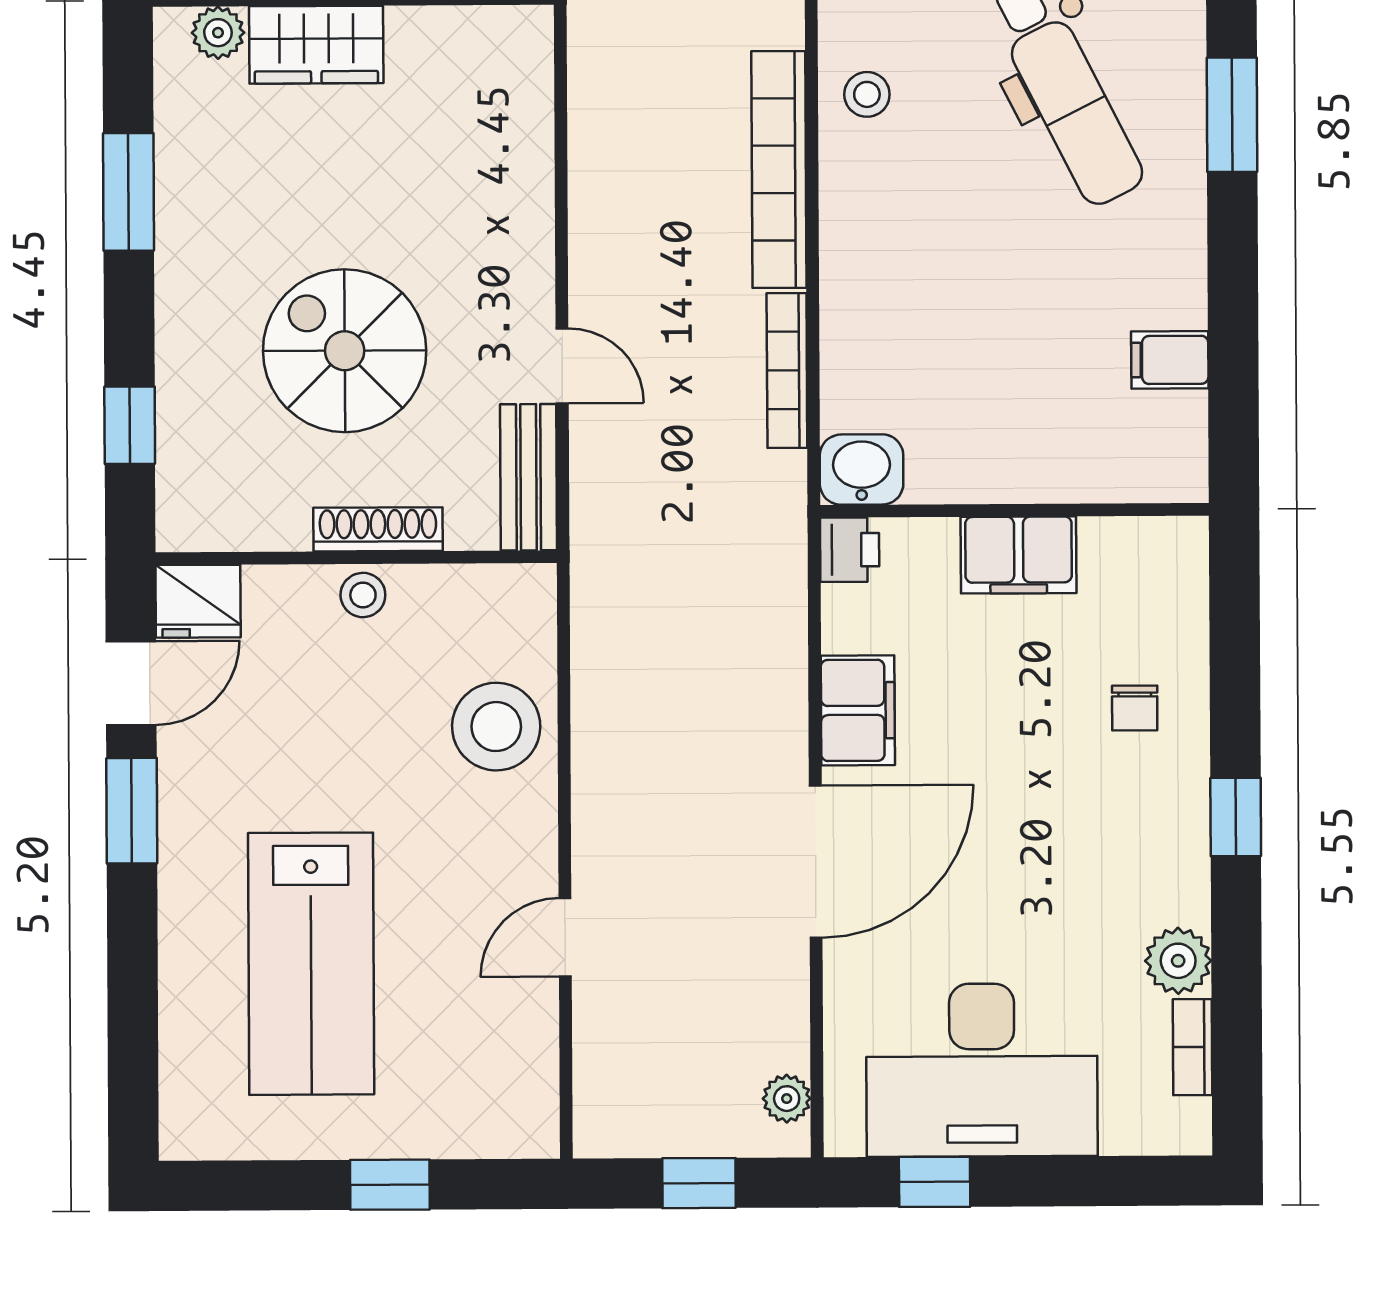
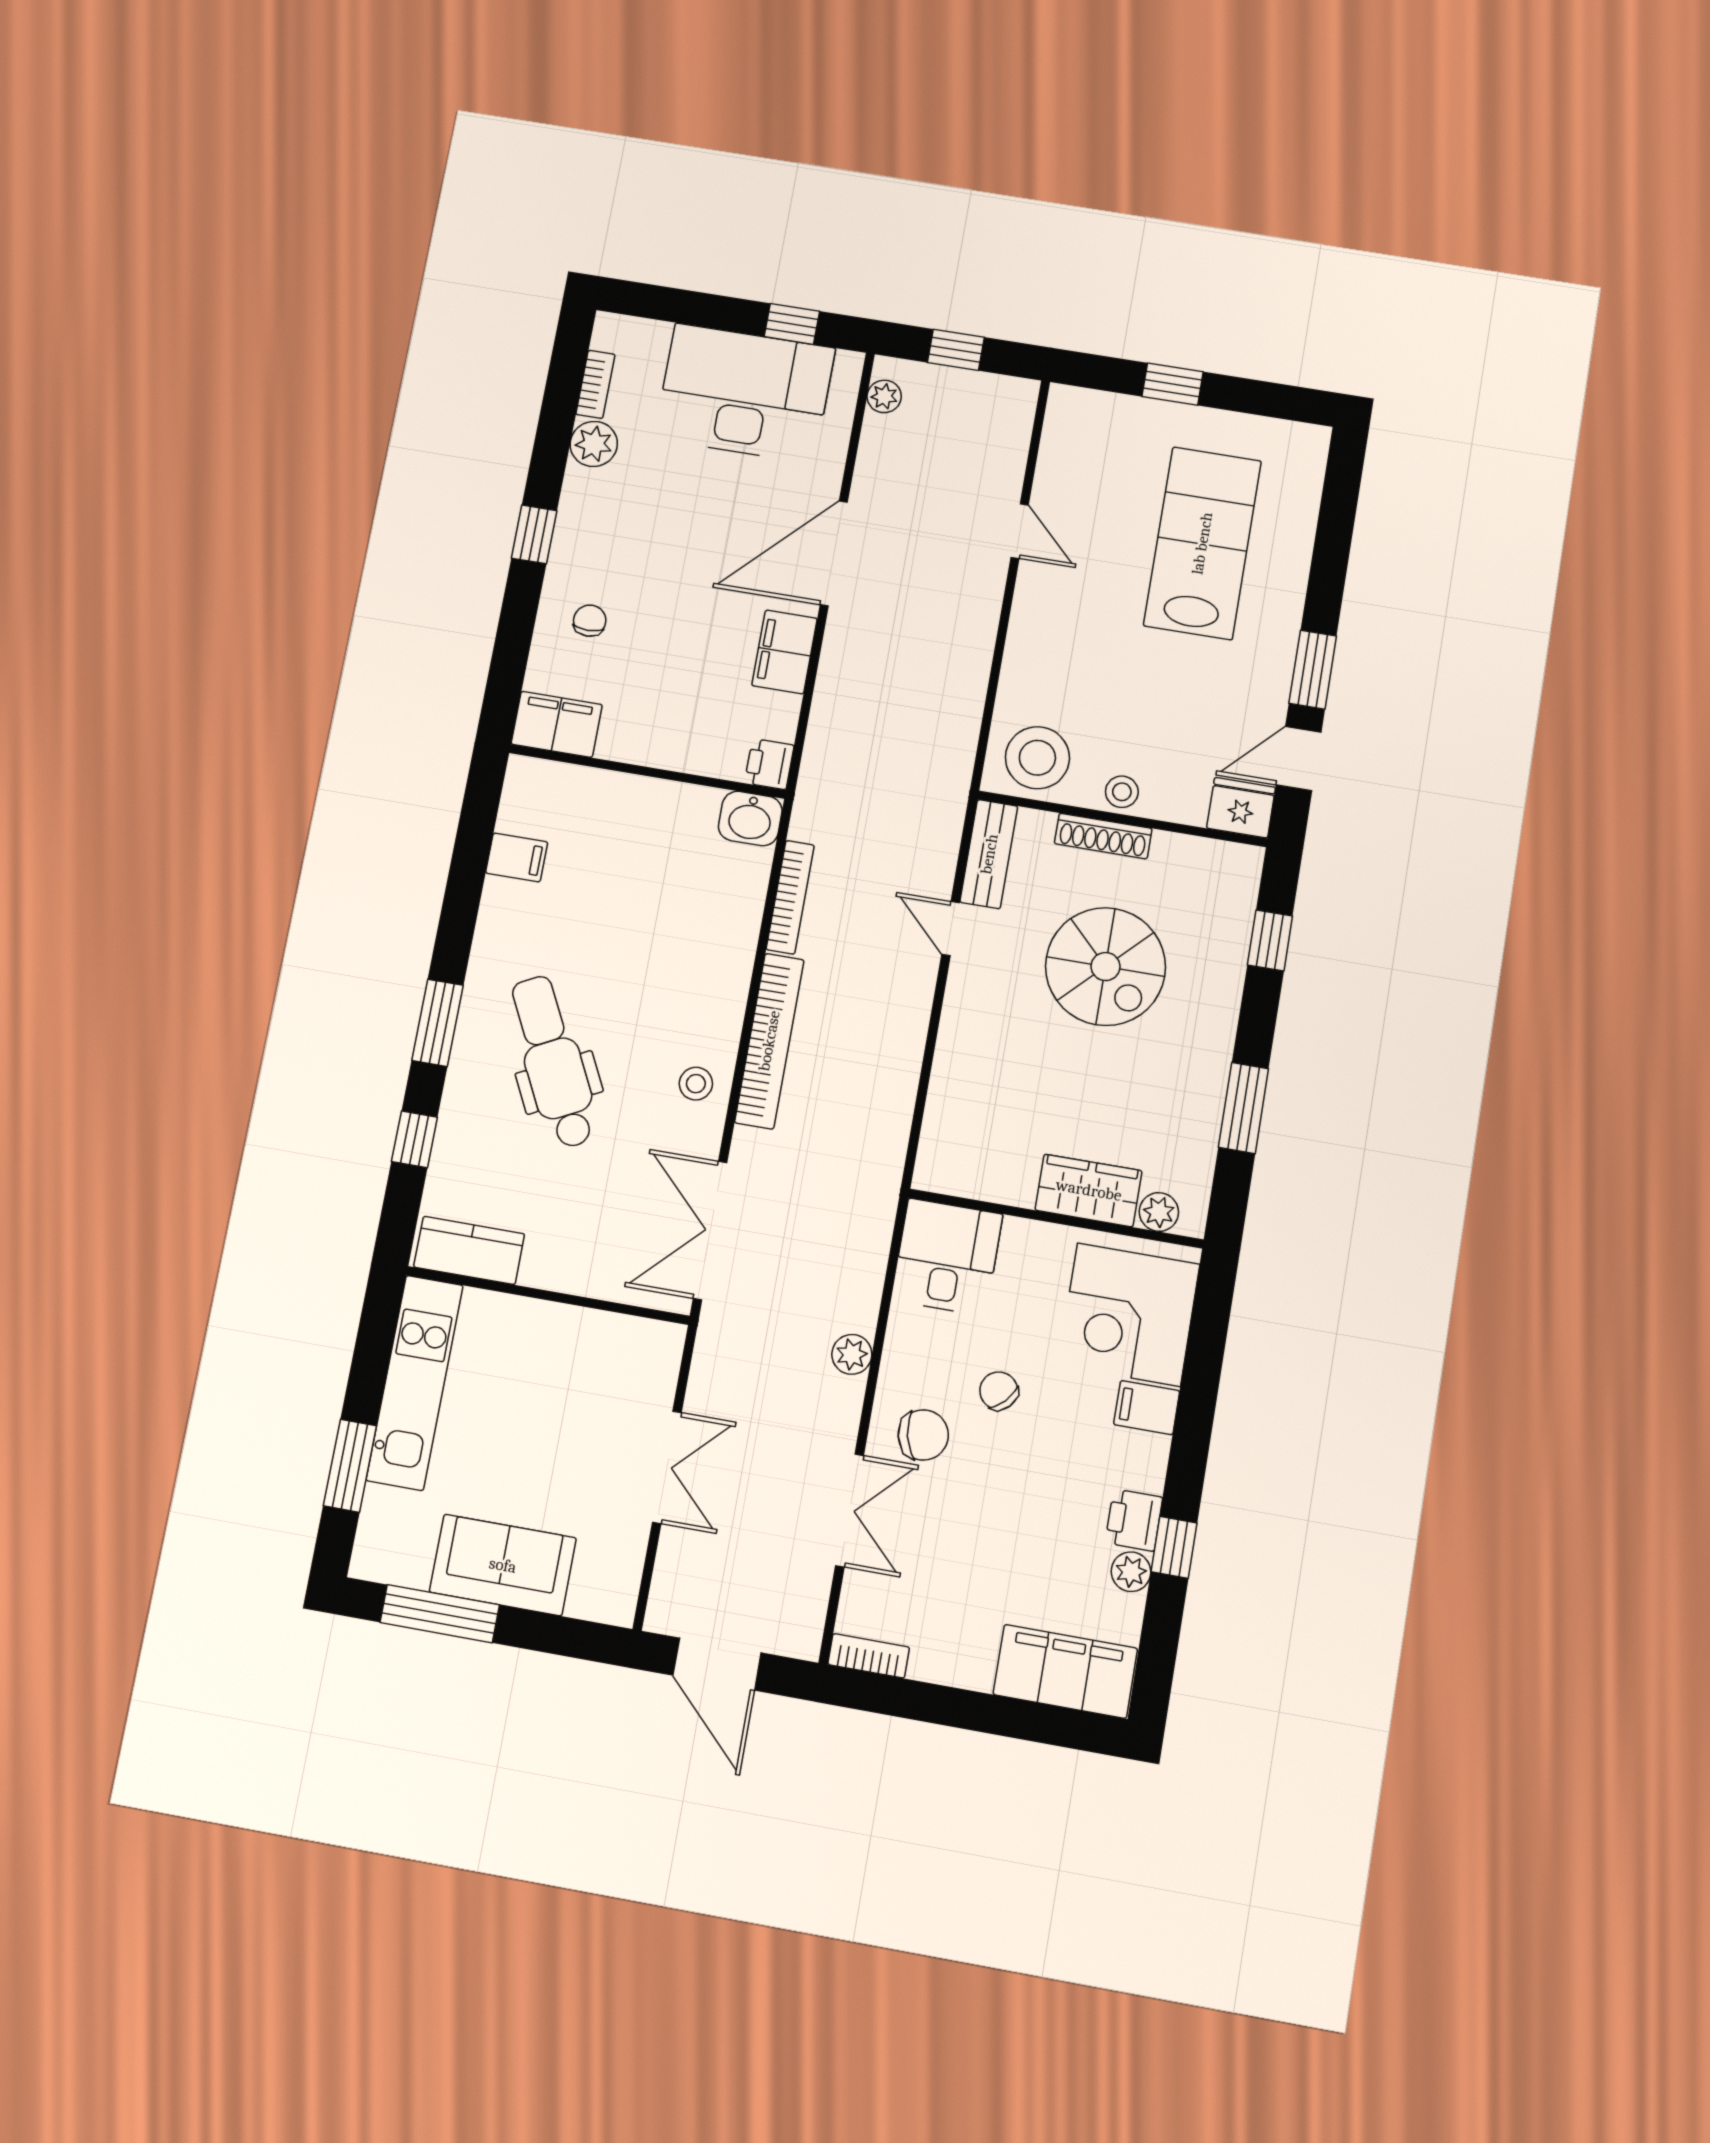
filing cabinet: (1019, 555) -> (557, 724), moved
stool: (496, 727) -> (1037, 758), moved
door: (565, 937) -> (1020, 531), hinge flipped

